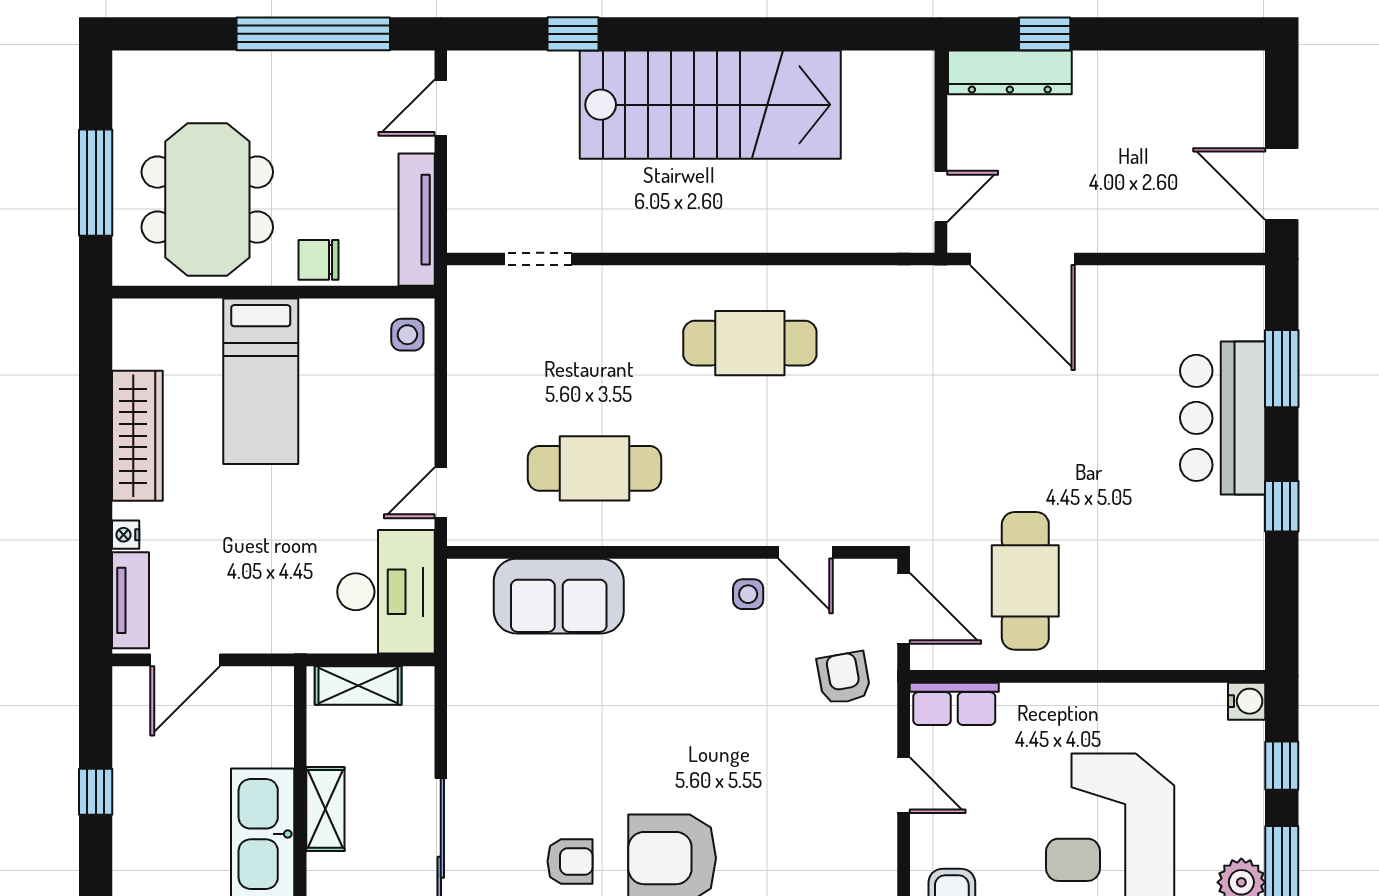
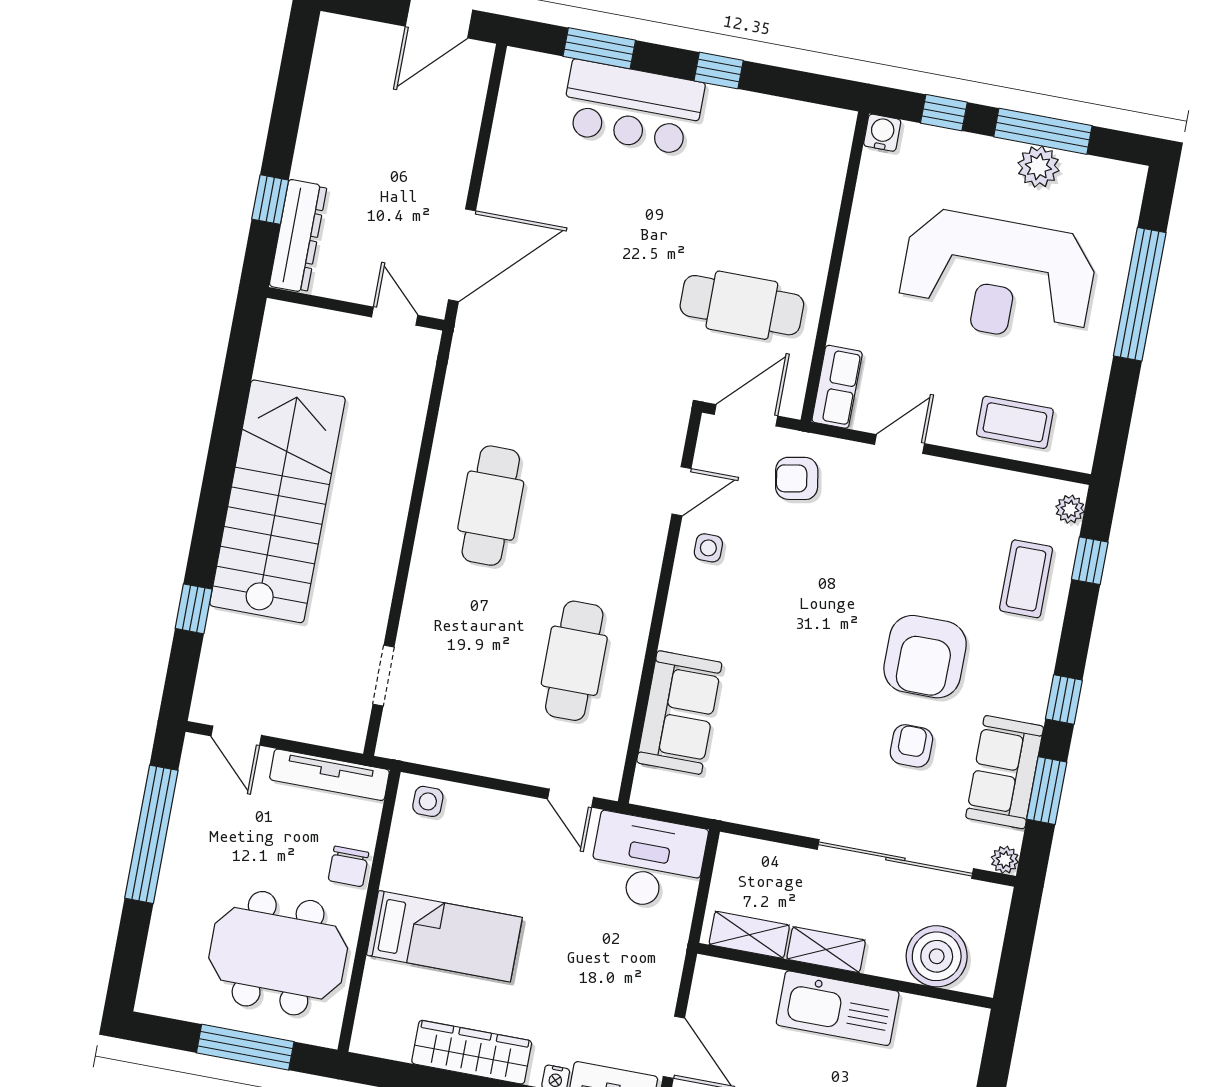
shelving: (358, 685) -> (749, 935), moved, turned 90

